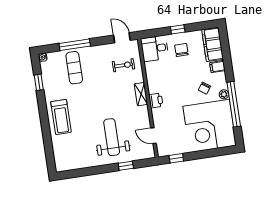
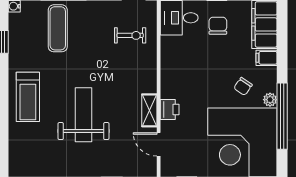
shelving: (141, 94) -> (149, 110), moved
printer: (156, 101) -> (170, 109), moved
weight bench: (112, 137) -> (83, 115), moved

